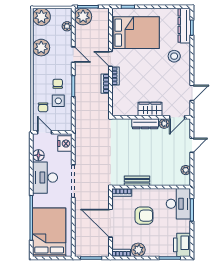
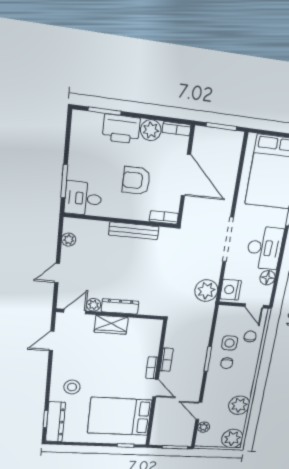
plant: (83, 17) -> (206, 291), moved
door: (73, 55) -> (199, 411), moved
bench: (137, 181) -> (134, 231), width x1.36
desk: (178, 204) -> (83, 199), width x0.73
printer: (182, 245) -> (121, 129), moved, turned 90

